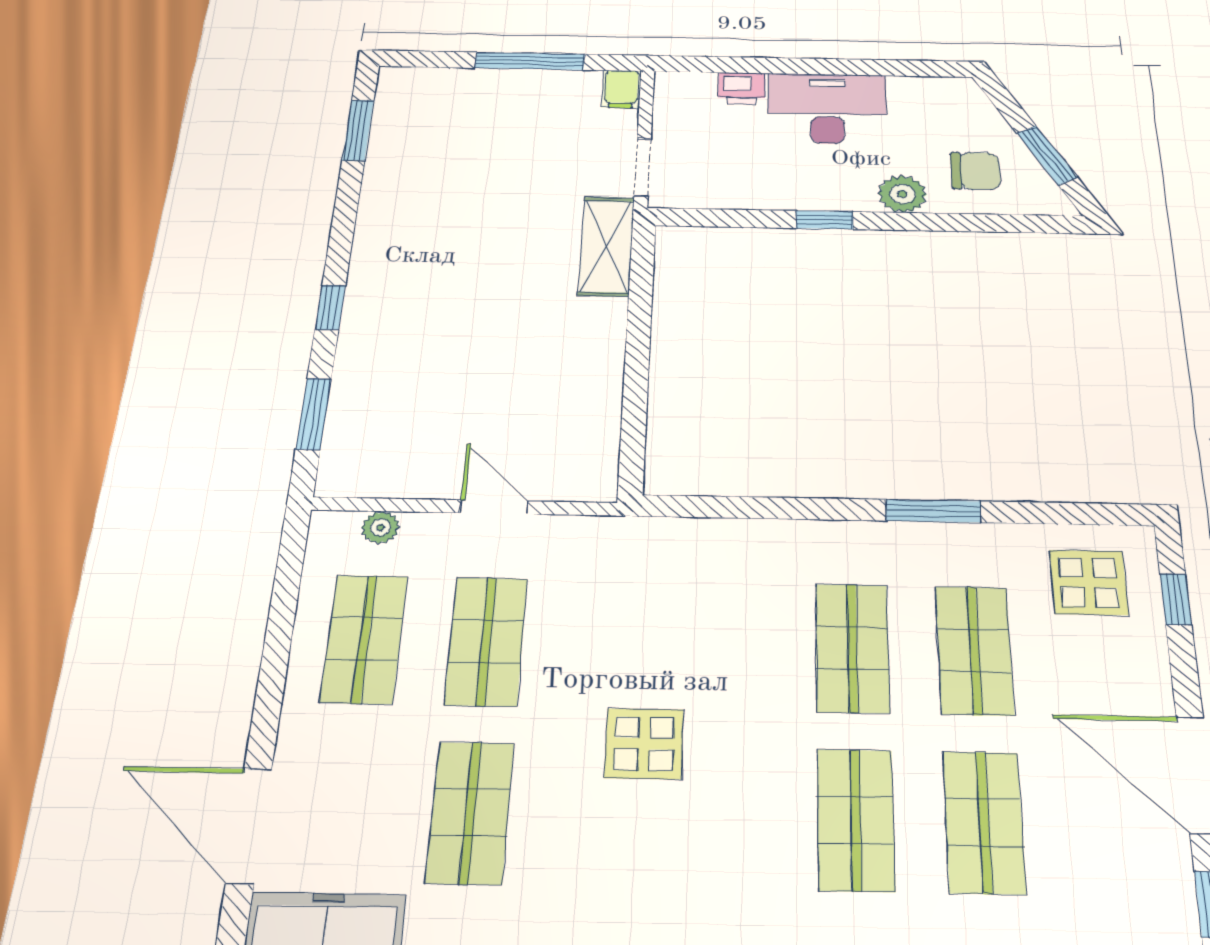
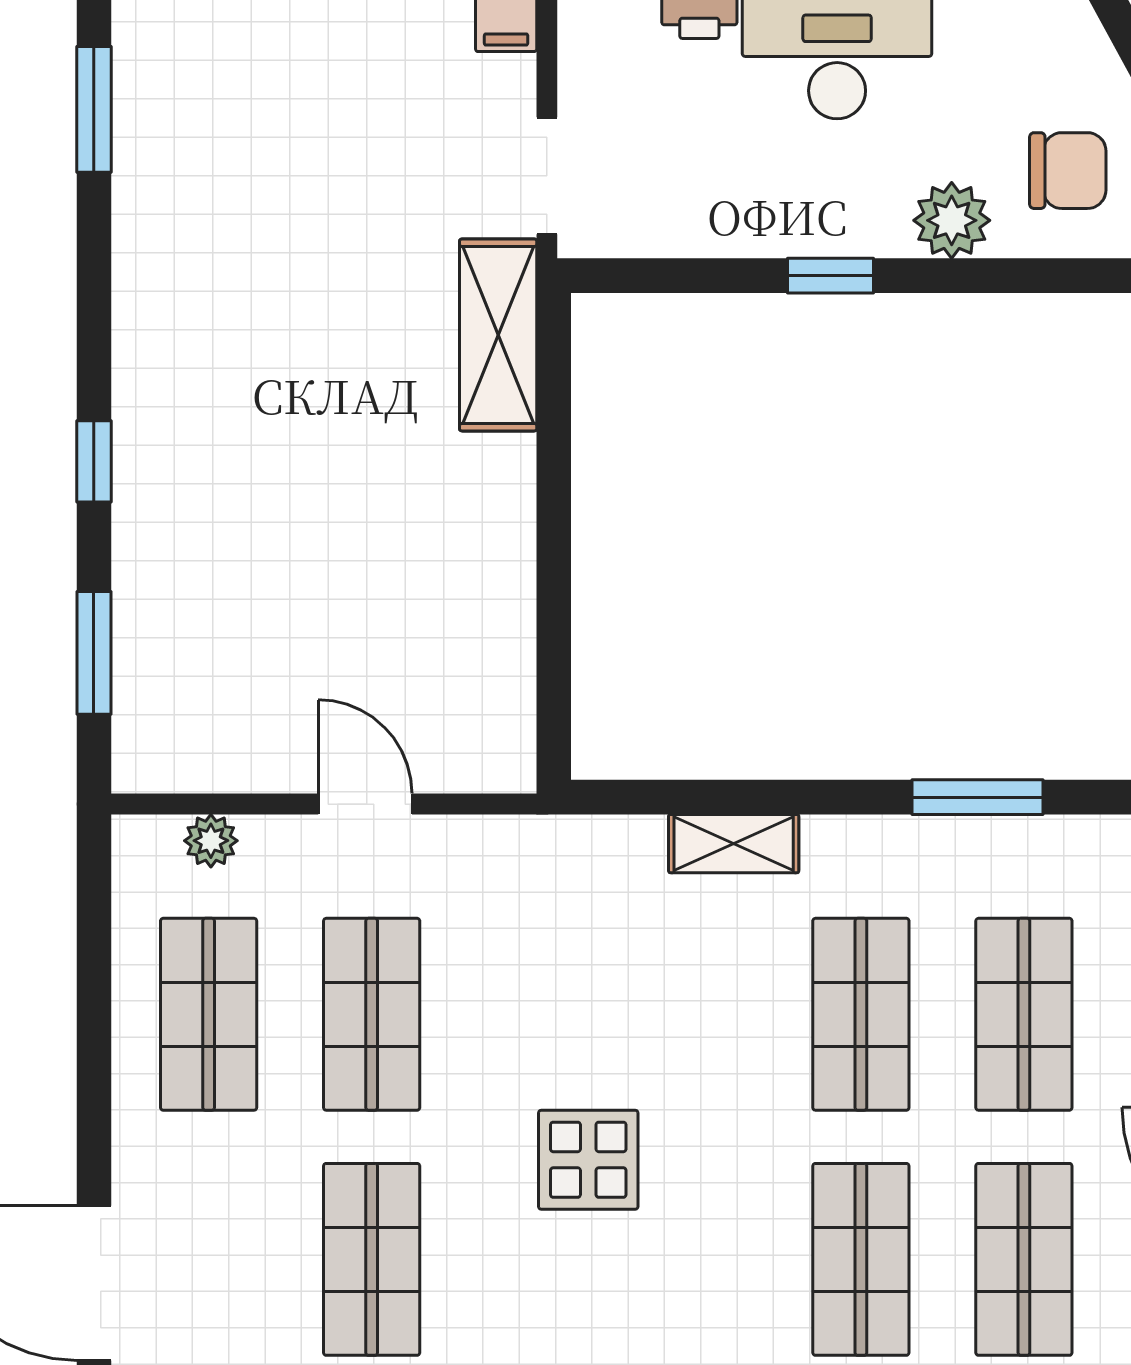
shelving: (758, 536) -> (734, 844), added

